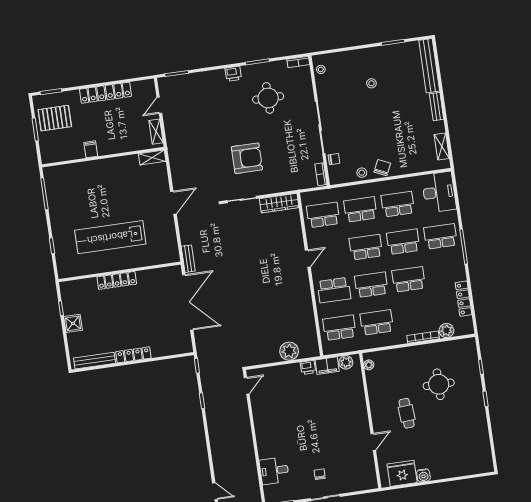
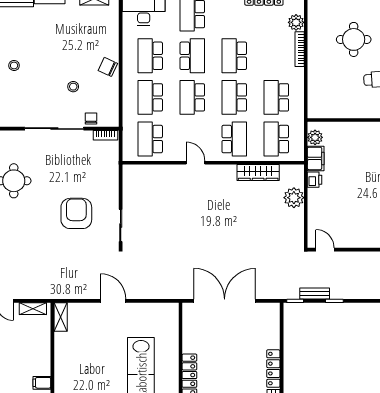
stool: (362, 173) -> (73, 87), moved
wardrobe: (279, 203) -> (258, 173), moved, turned 90
school desk: (403, 242) -> (192, 56), turned 180
bench: (188, 259) -> (315, 293), moved
plant: (369, 365) -> (321, 113), removed

